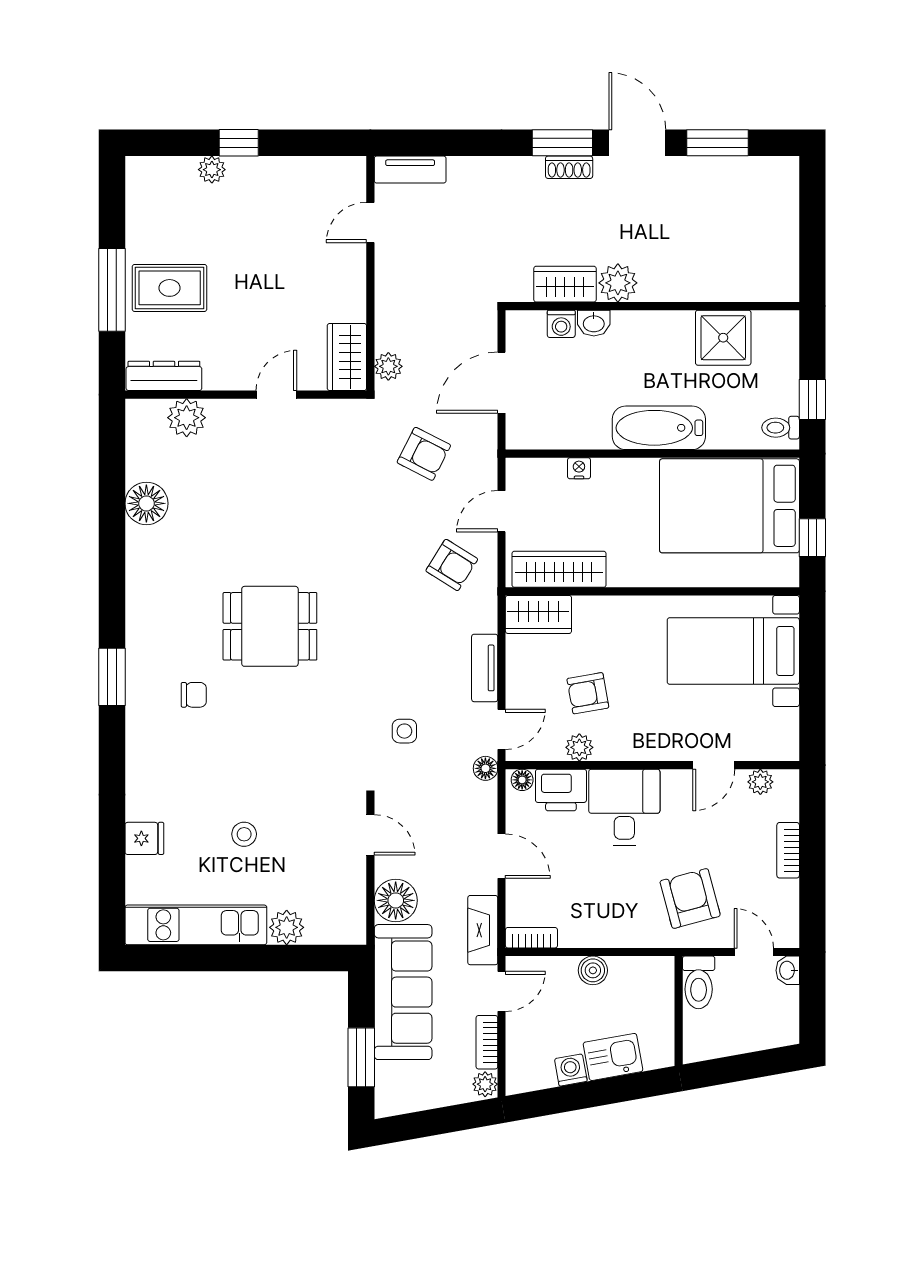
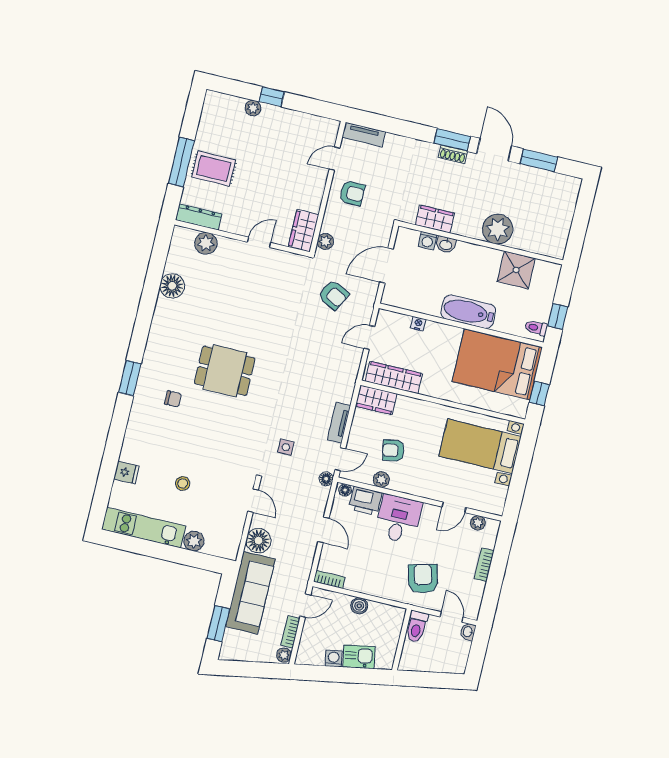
plant: (618, 283) -> (498, 229), moved, width x1.36, depth x1.36
armchair: (452, 565) -> (352, 193), moved, turned -32
fireplace: (483, 930) -> (303, 569), removed

